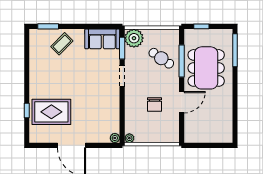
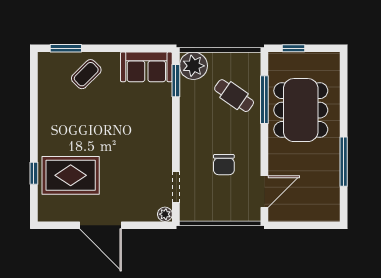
window: (235, 50) -> (344, 162), moved
doorway: (122, 76) -> (176, 187), moved
door: (182, 102) -> (264, 192), moved
plant: (129, 138) -> (187, 215), removed

